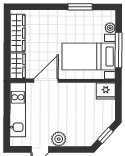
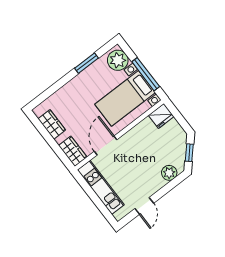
plant: (110, 28) -> (118, 60), width x1.88, depth x1.88
wardrobe: (18, 33) -> (52, 124), width x0.67
plant: (59, 139) -> (169, 173), moved

